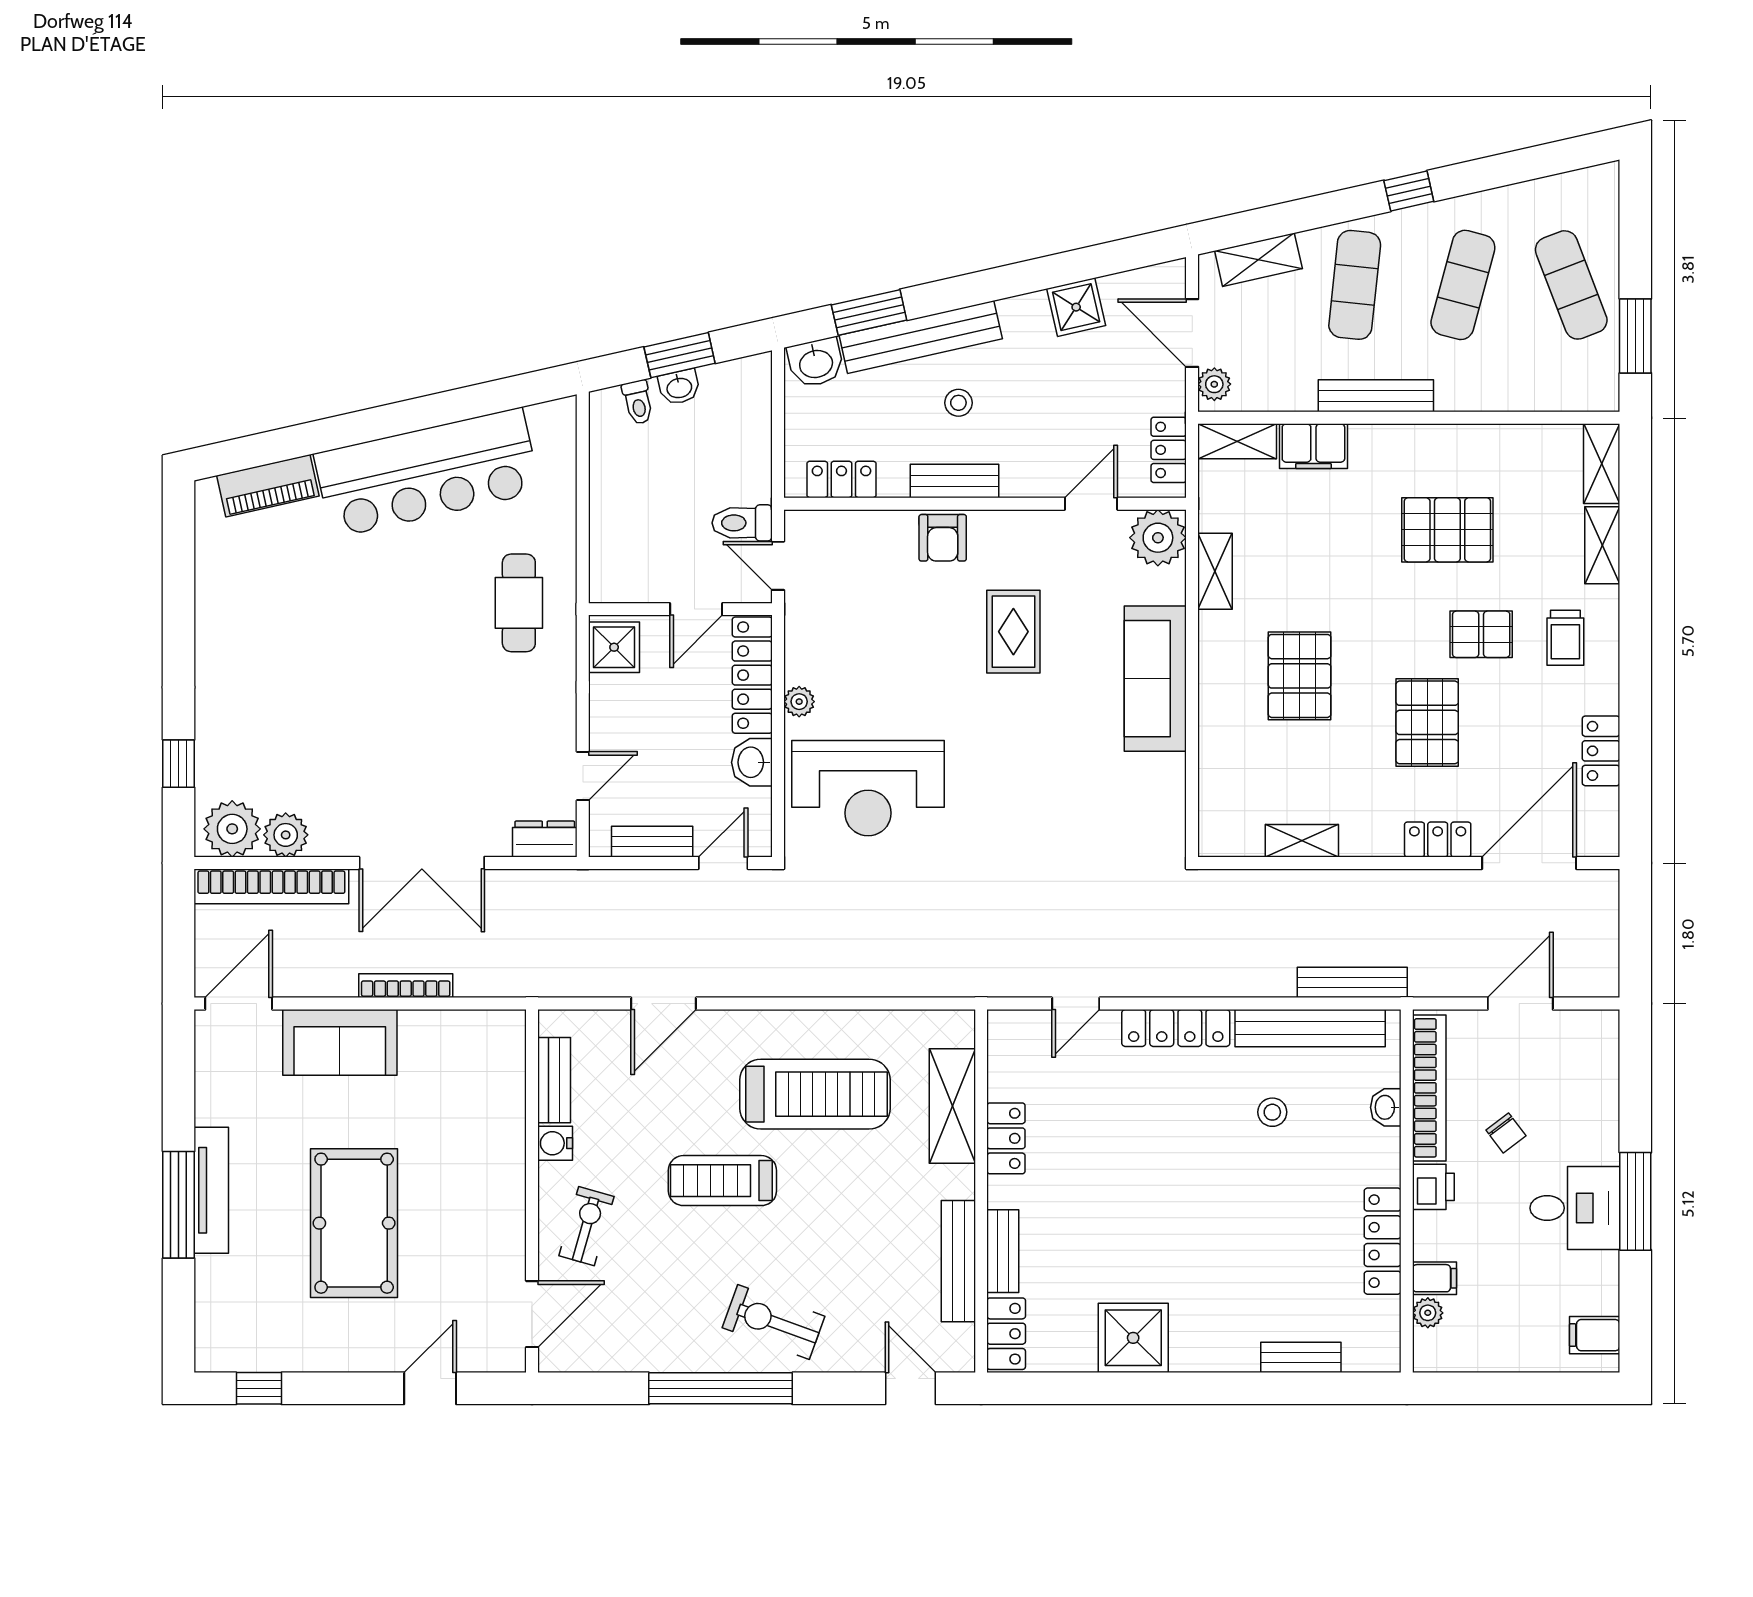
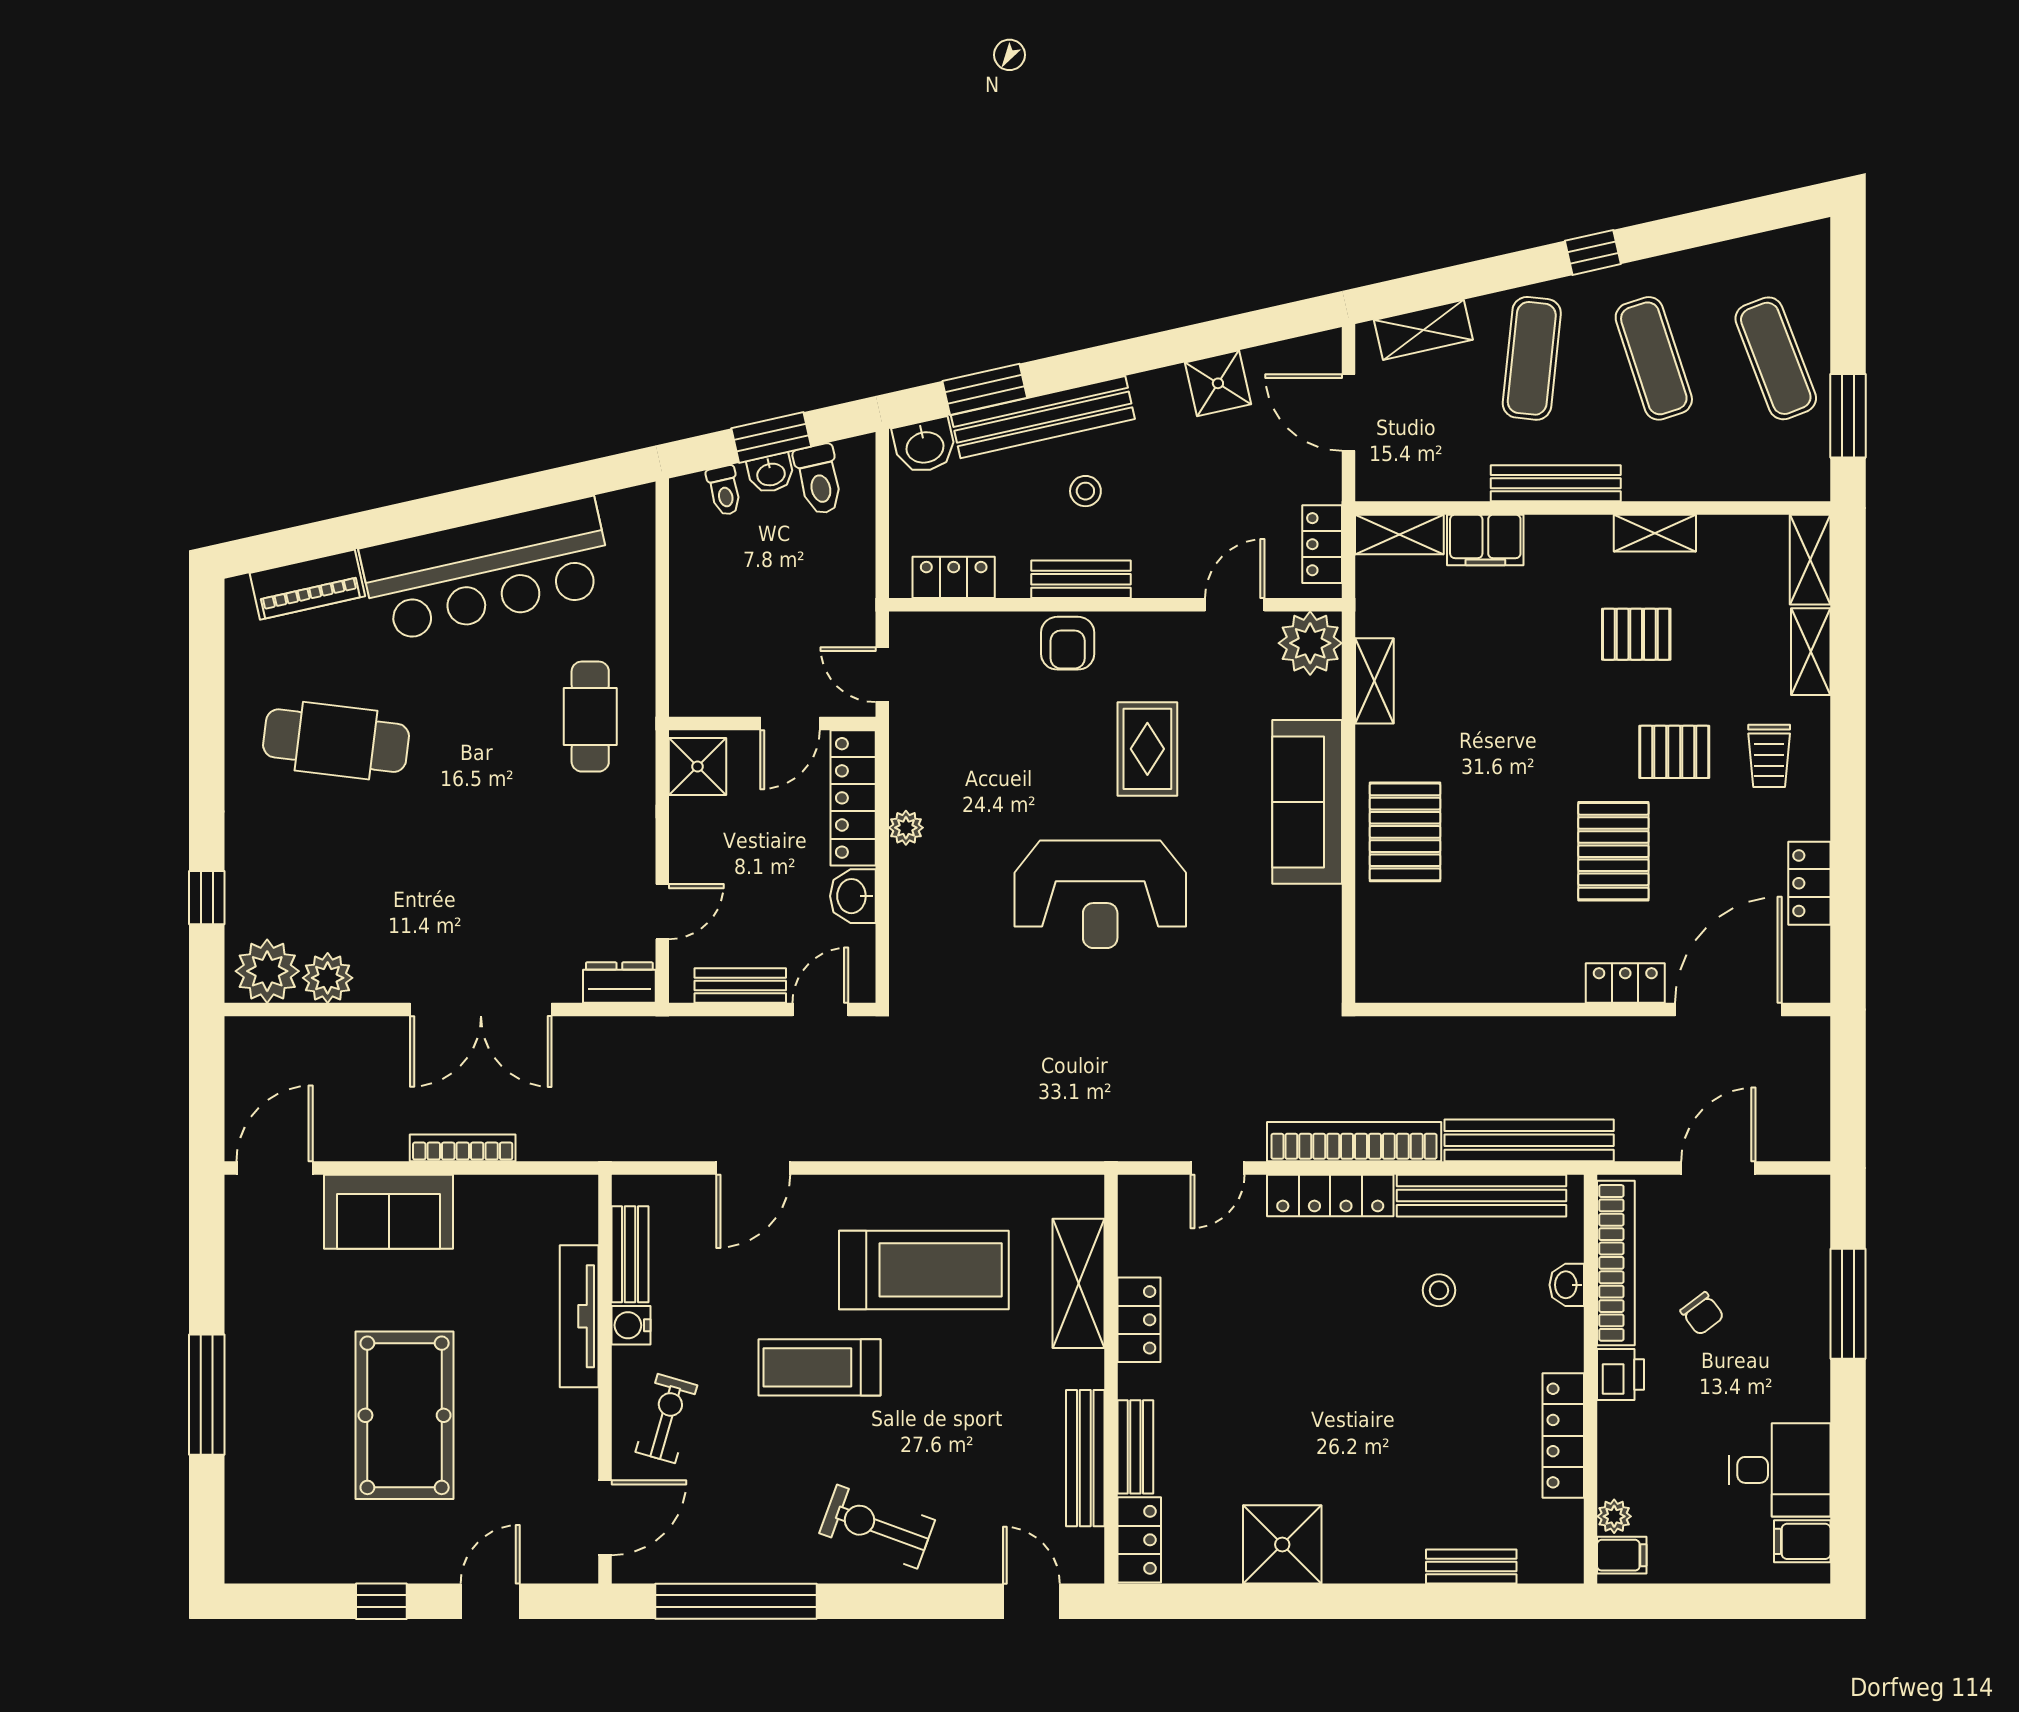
exercise mat: (1463, 285) -> (1654, 358), turned -33
plant: (1214, 384) -> (1374, 470), removed
toilet: (742, 523) -> (819, 479), moved, turned -103
pallet: (1447, 530) -> (1636, 634), width x0.67, depth x0.71
cafe table: (293, 624) -> (336, 741), added
pallet: (1300, 676) -> (1405, 832), moved
reception desk: (868, 788) -> (1100, 894), moved
shelving: (1302, 841) -> (1655, 533), moved
bookcase: (271, 886) -> (1354, 1142), moved, turned 180
bench: (1352, 982) -> (1529, 1140), width x1.37, depth x1.21
tv unit: (211, 1190) -> (579, 1316), moved, turned 180
window: (1635, 1201) -> (1848, 1304), moved
desk: (1575, 1208) -> (1780, 1470), moved
filing cabinet: (1435, 1278) -> (1622, 1555), moved
window: (259, 1388) -> (381, 1601), moved
window: (721, 1388) -> (736, 1601), moved

